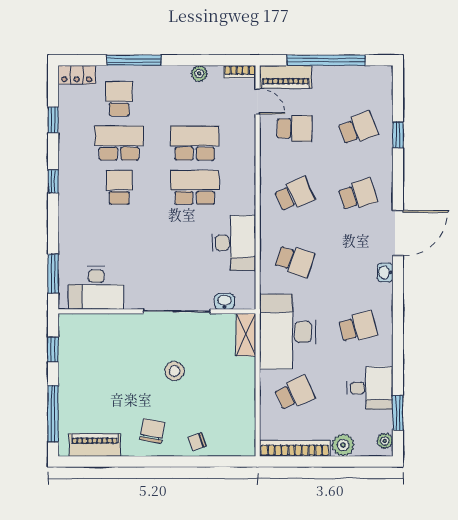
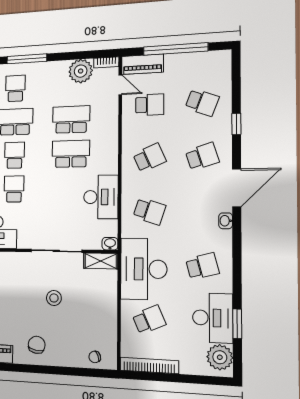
plant: (199, 74) -> (81, 71), width x1.88, depth x1.88
school desk: (358, 128) -> (202, 102), turned 42
window: (398, 135) -> (236, 124), moved
school desk: (119, 232) -> (14, 189), added
washbasin: (224, 301) -> (110, 244), moved
shelving: (246, 335) -> (101, 261), moved, turned 90
desk: (370, 388) -> (213, 318), width x1.37
window: (398, 413) -> (237, 324), moved
plant: (385, 441) -> (220, 357), width x1.88, depth x1.88
chair: (197, 442) -> (95, 357), moved
plant: (343, 445) -> (190, 365), removed

